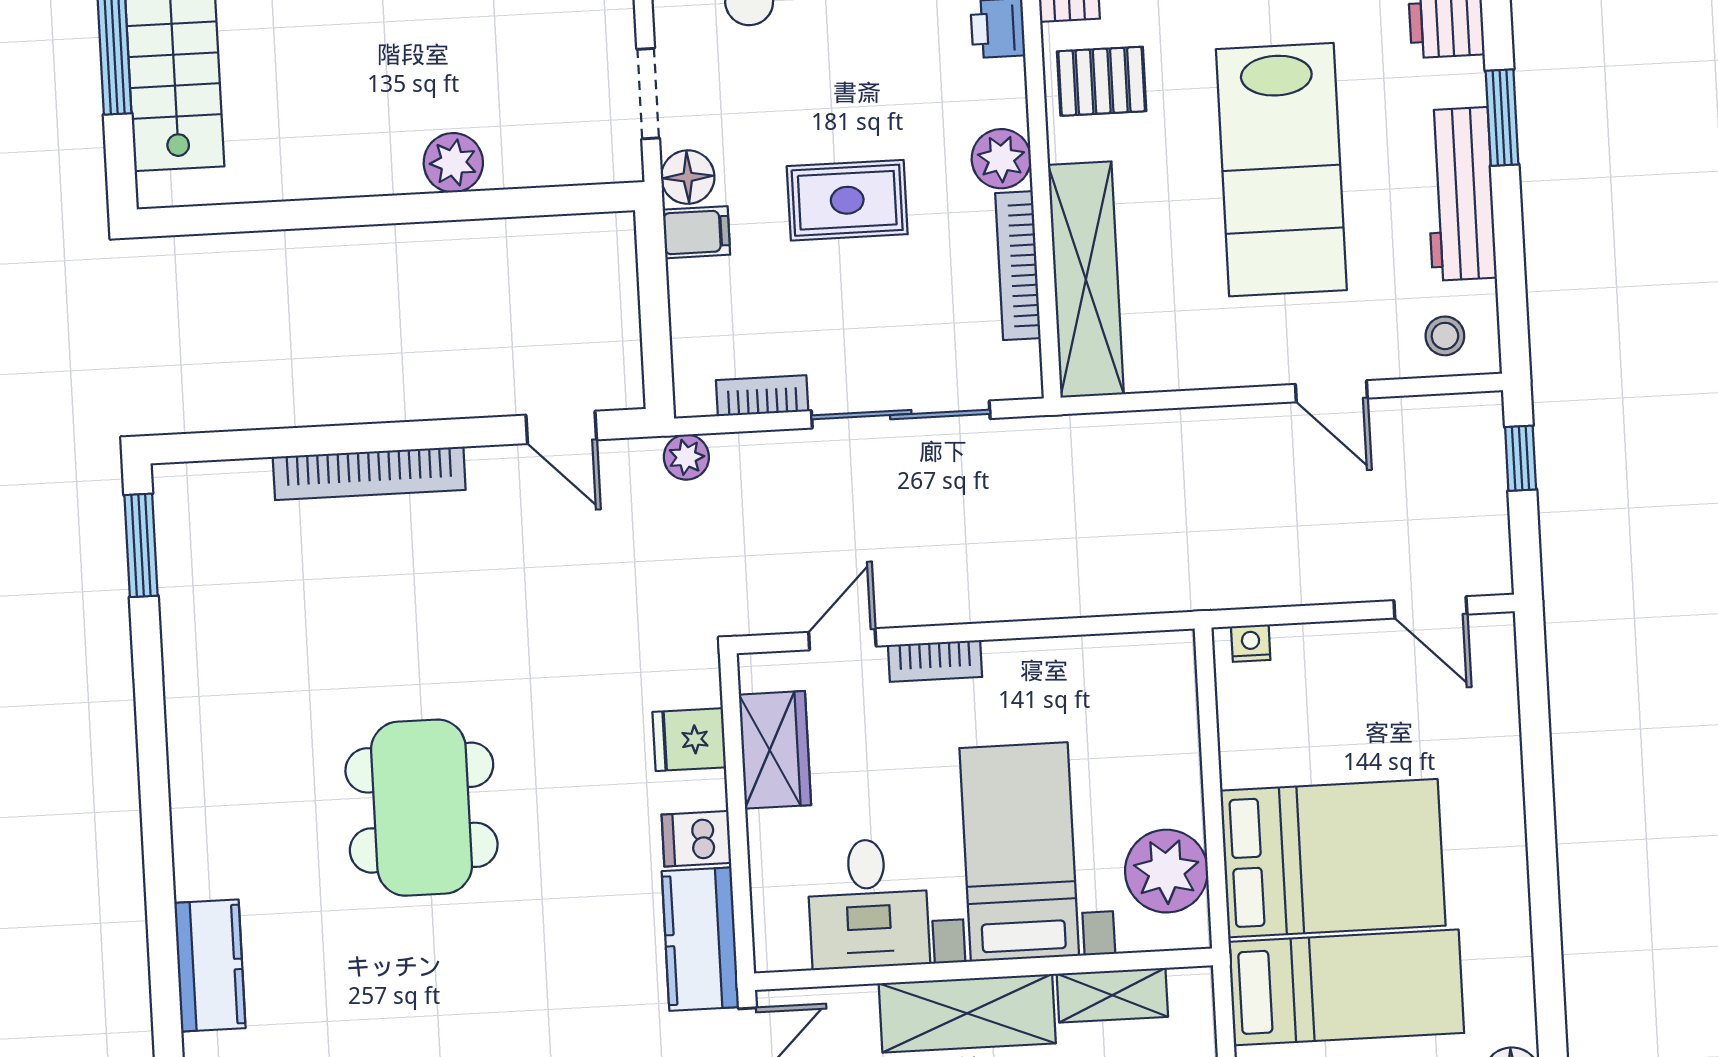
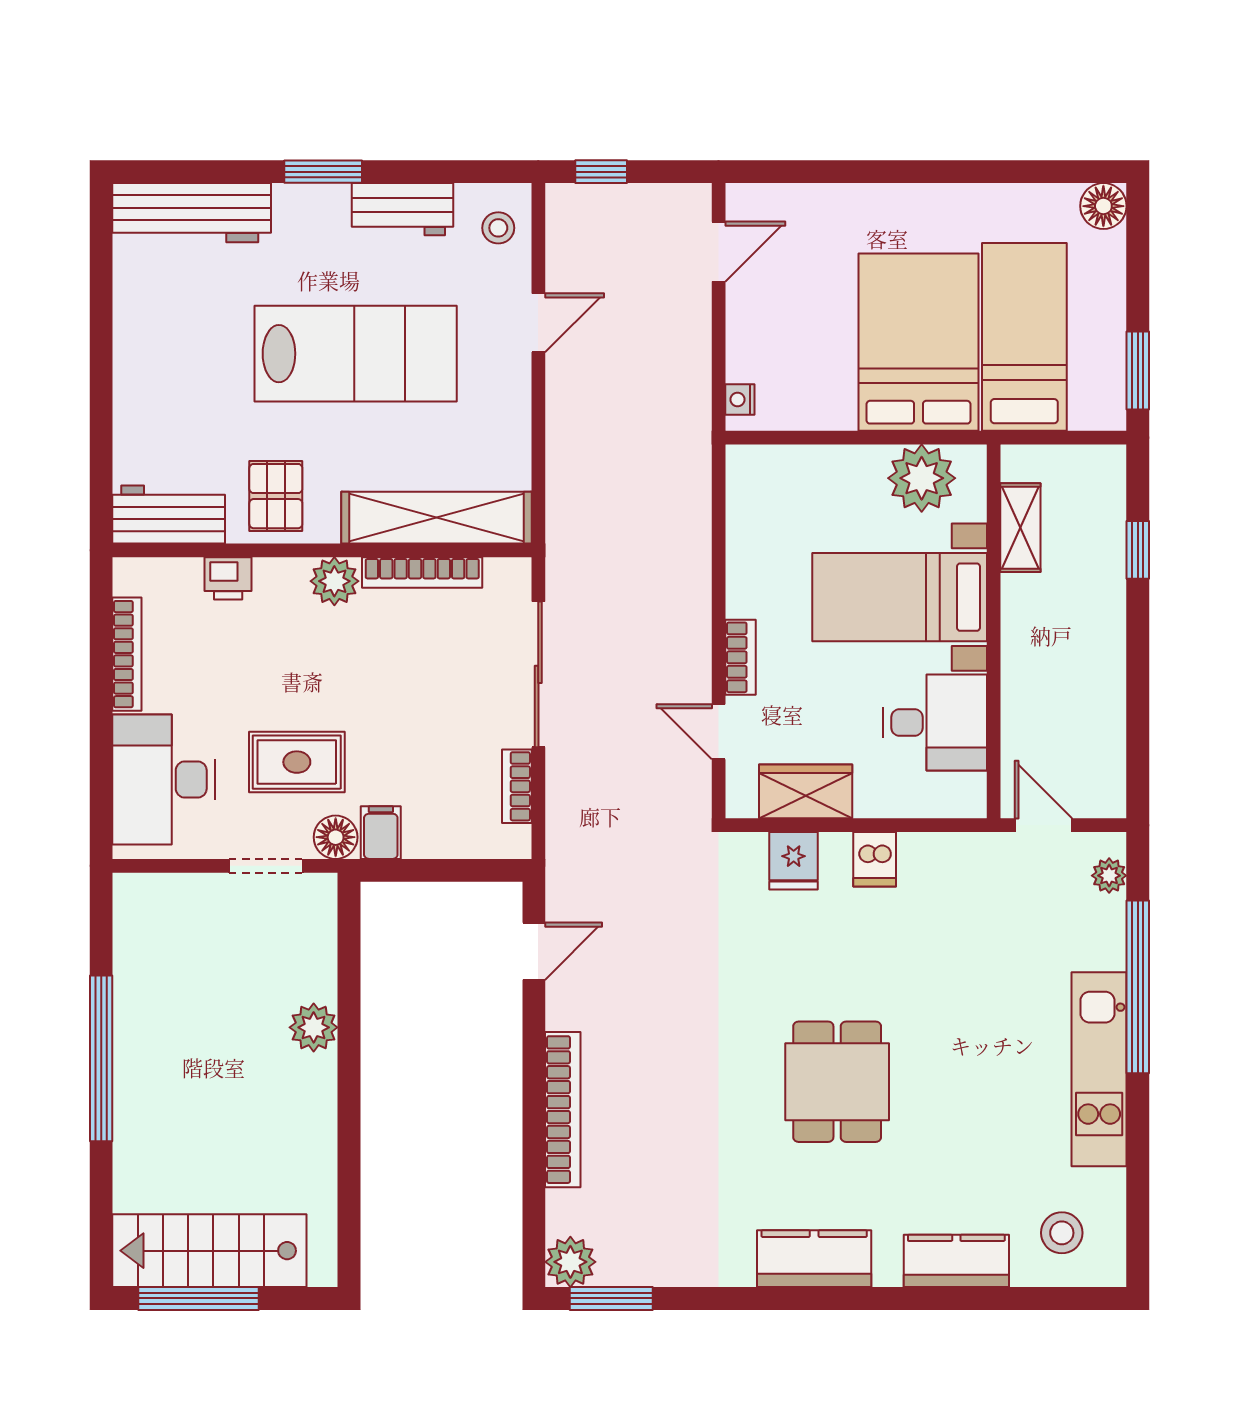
workbench: (1460, 194) -> (402, 209), width x0.73
rug: (847, 200) -> (297, 762), moved, turned 90
plant: (686, 457) -> (570, 1262), moved, width x1.38, depth x1.38
dining table: (422, 808) -> (837, 1082), width x0.73
kitchen counter: (700, 939) -> (814, 1259), moved, turned 180
shelving: (967, 1013) -> (1029, 647), removed

